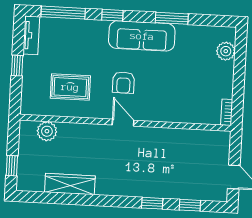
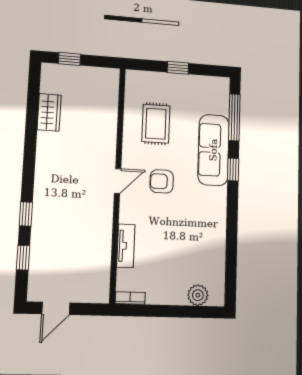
window: (172, 18) -> (232, 234), removed
tv unit: (31, 35) -> (126, 246), moved, turned -90
sofa: (142, 36) -> (213, 150), moved
plant: (47, 131) -> (108, 98), removed
wardrobe: (70, 184) -> (49, 112), width x0.67

